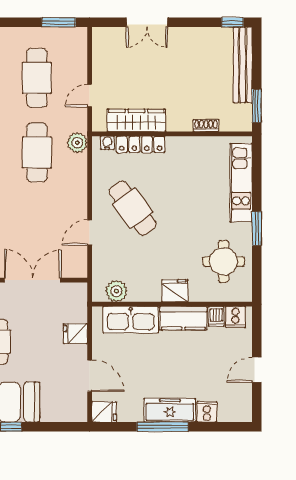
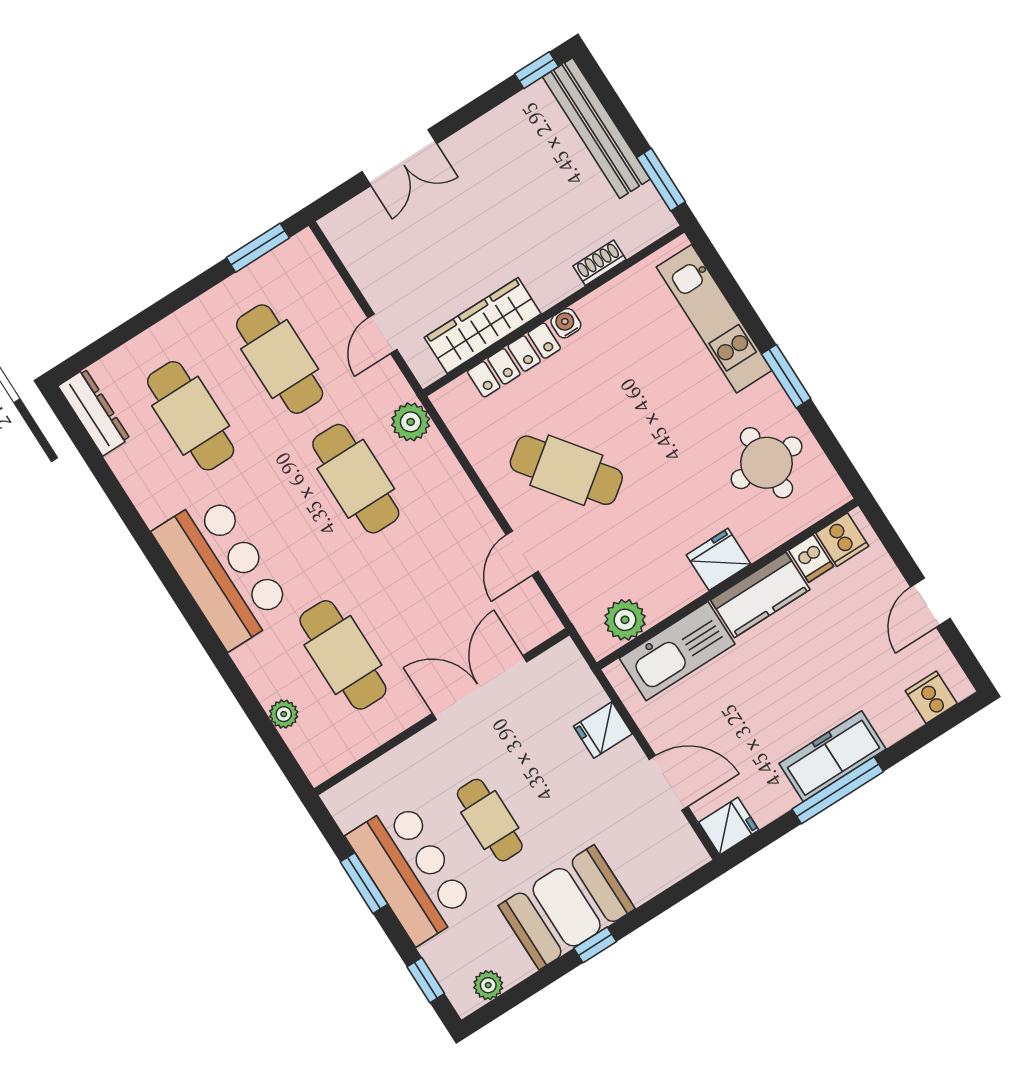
water cooler: (107, 143) -> (566, 323), moved
cooker: (207, 412) -> (931, 697), moved

